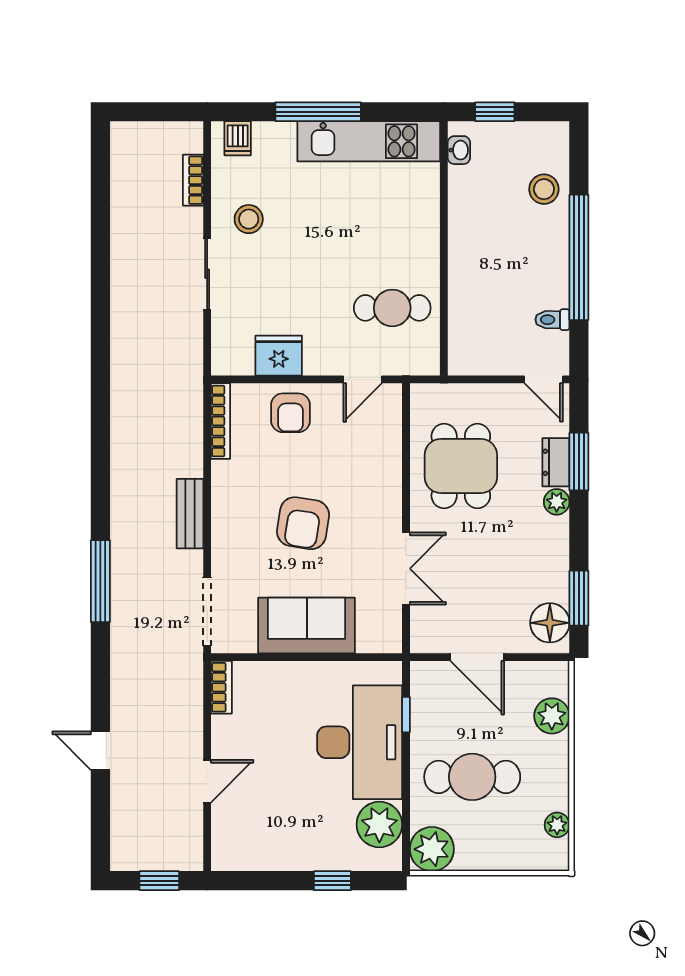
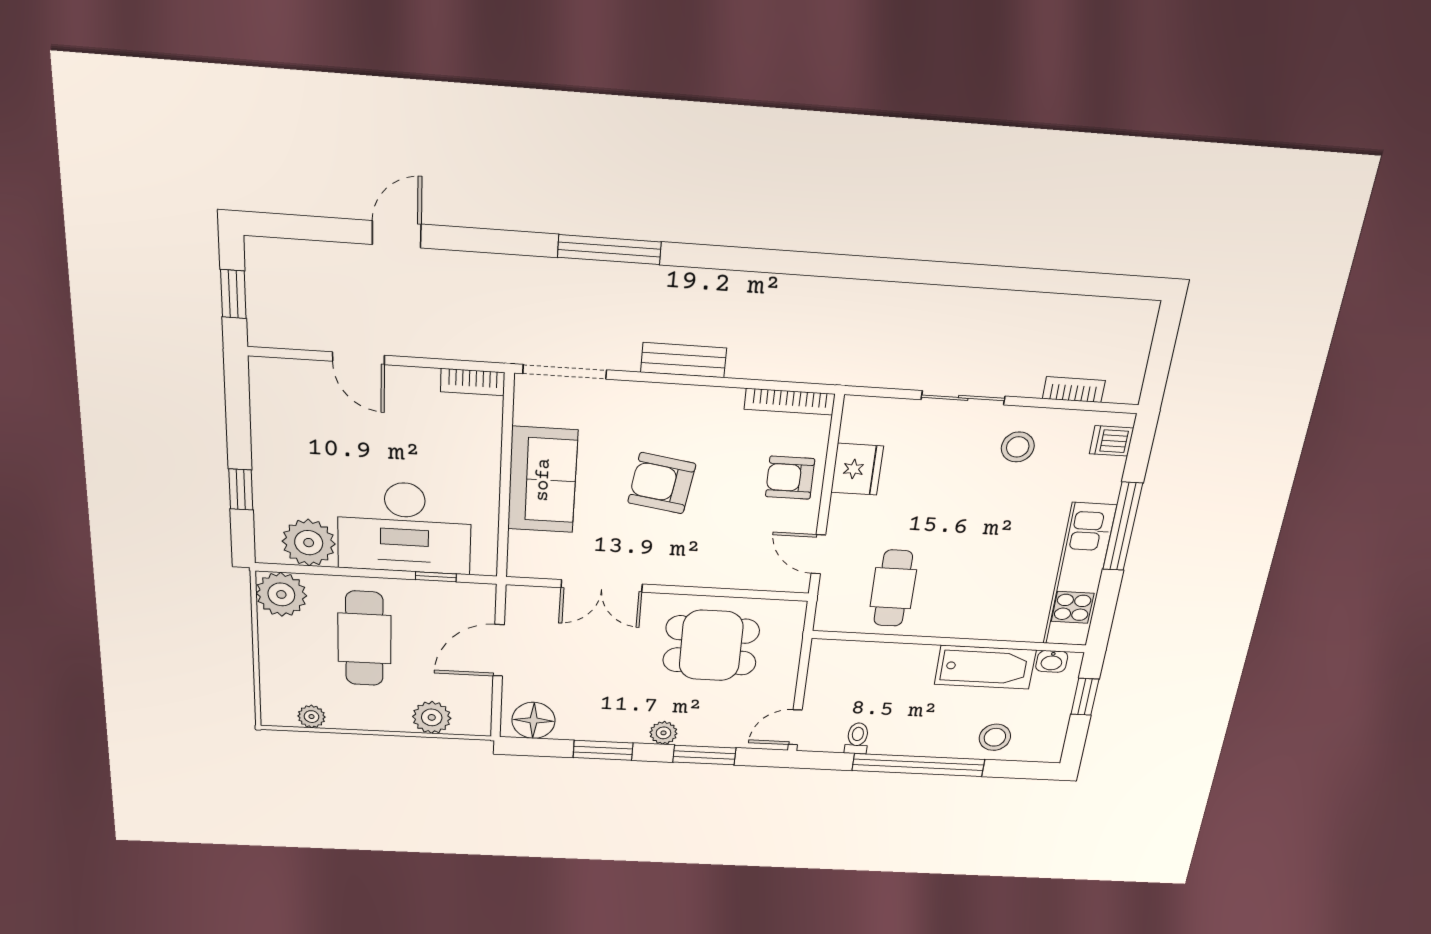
bathtub: (469, 211) -> (985, 667), added
dresser: (556, 462) -> (706, 734), removed
window: (579, 598) -> (603, 750), moved

